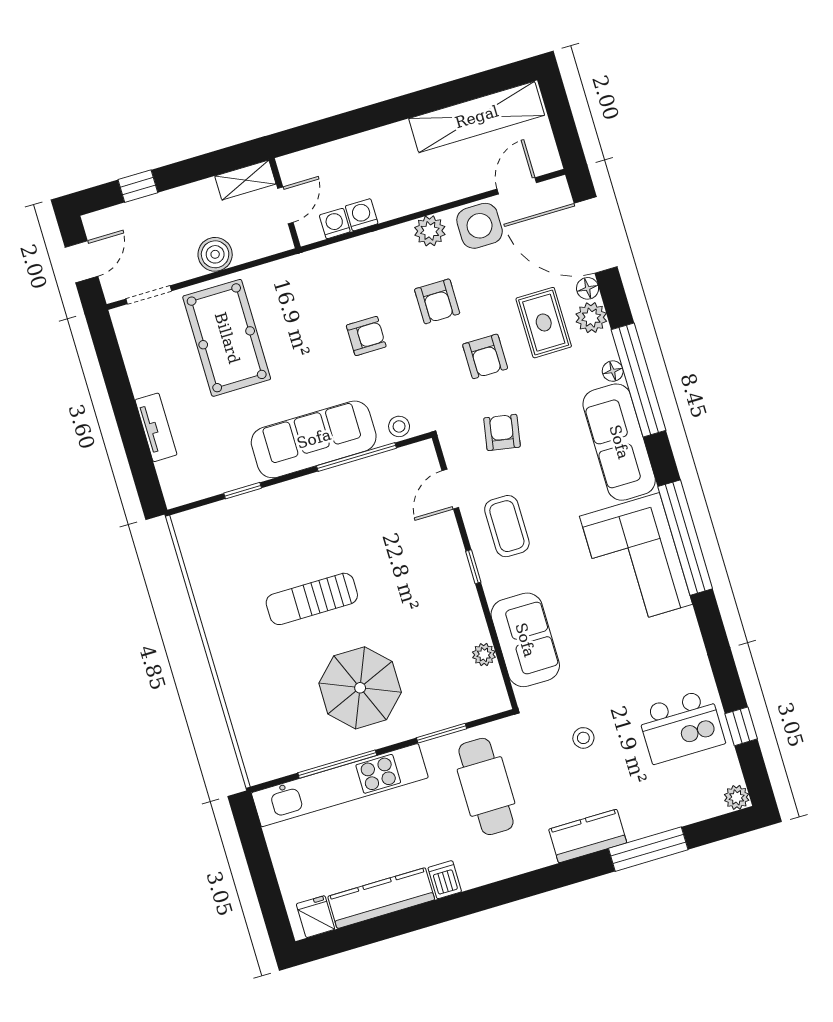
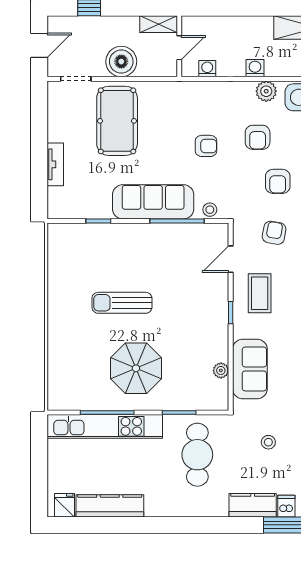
washing machine: (362, 215) -> (255, 68), moved
boiler: (215, 254) -> (121, 62), width x1.37, depth x1.37
dishwasher: (445, 880) -> (286, 506), moved

